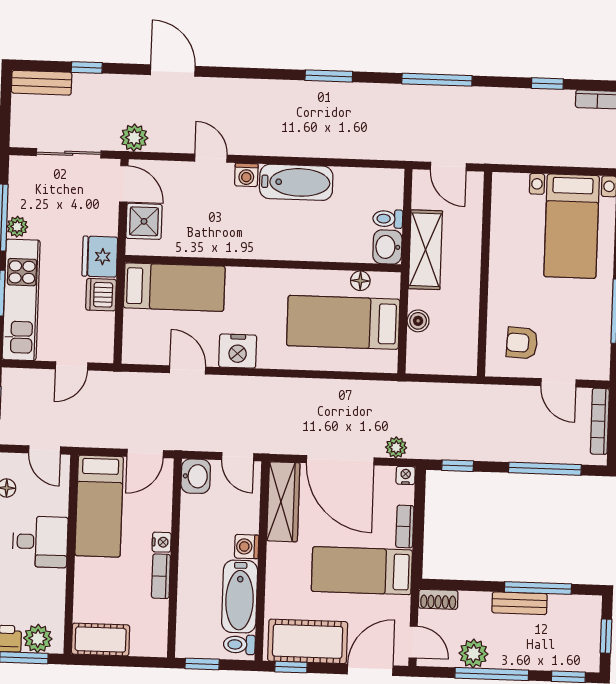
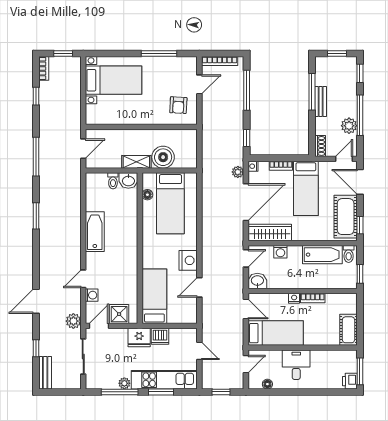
washing machine: (246, 175) -> (92, 295), moved
shelving: (425, 250) -> (136, 162), width x0.67, depth x0.75
boiler: (418, 321) -> (163, 157), width x1.86, depth x1.86
washing machine: (247, 547) -> (280, 252), moved
plant: (38, 638) -> (349, 364), removed

